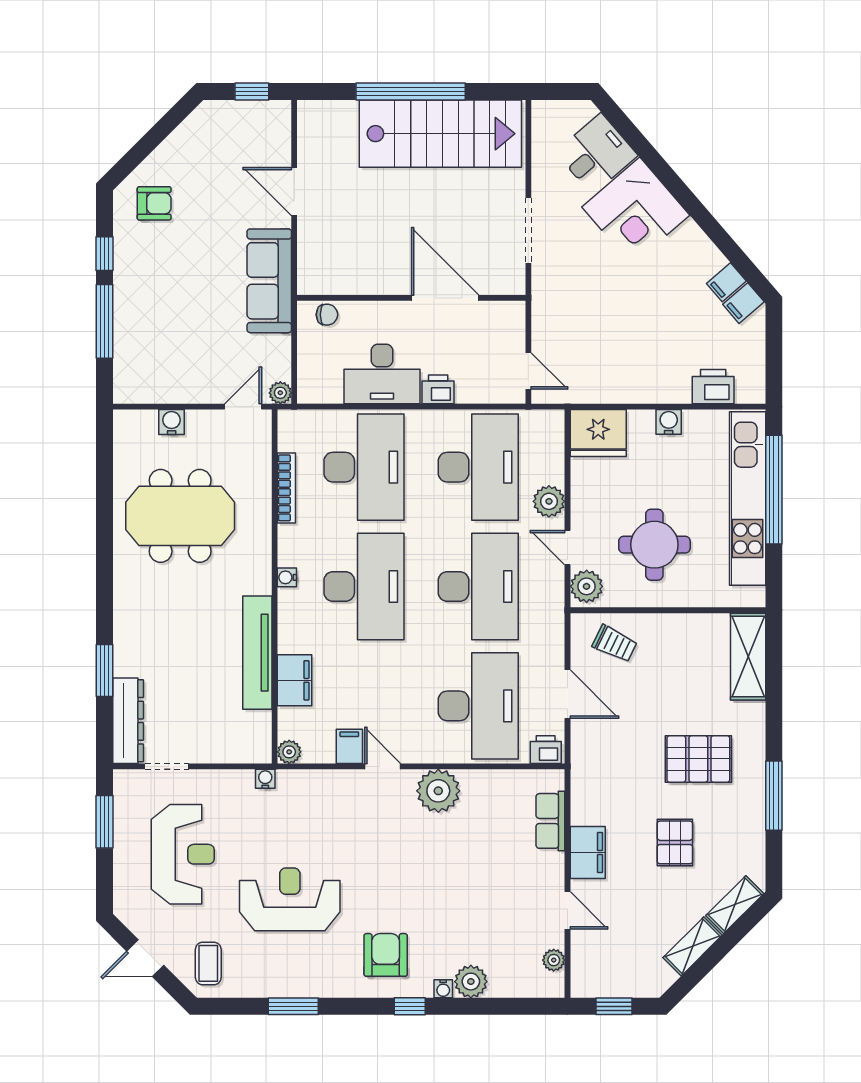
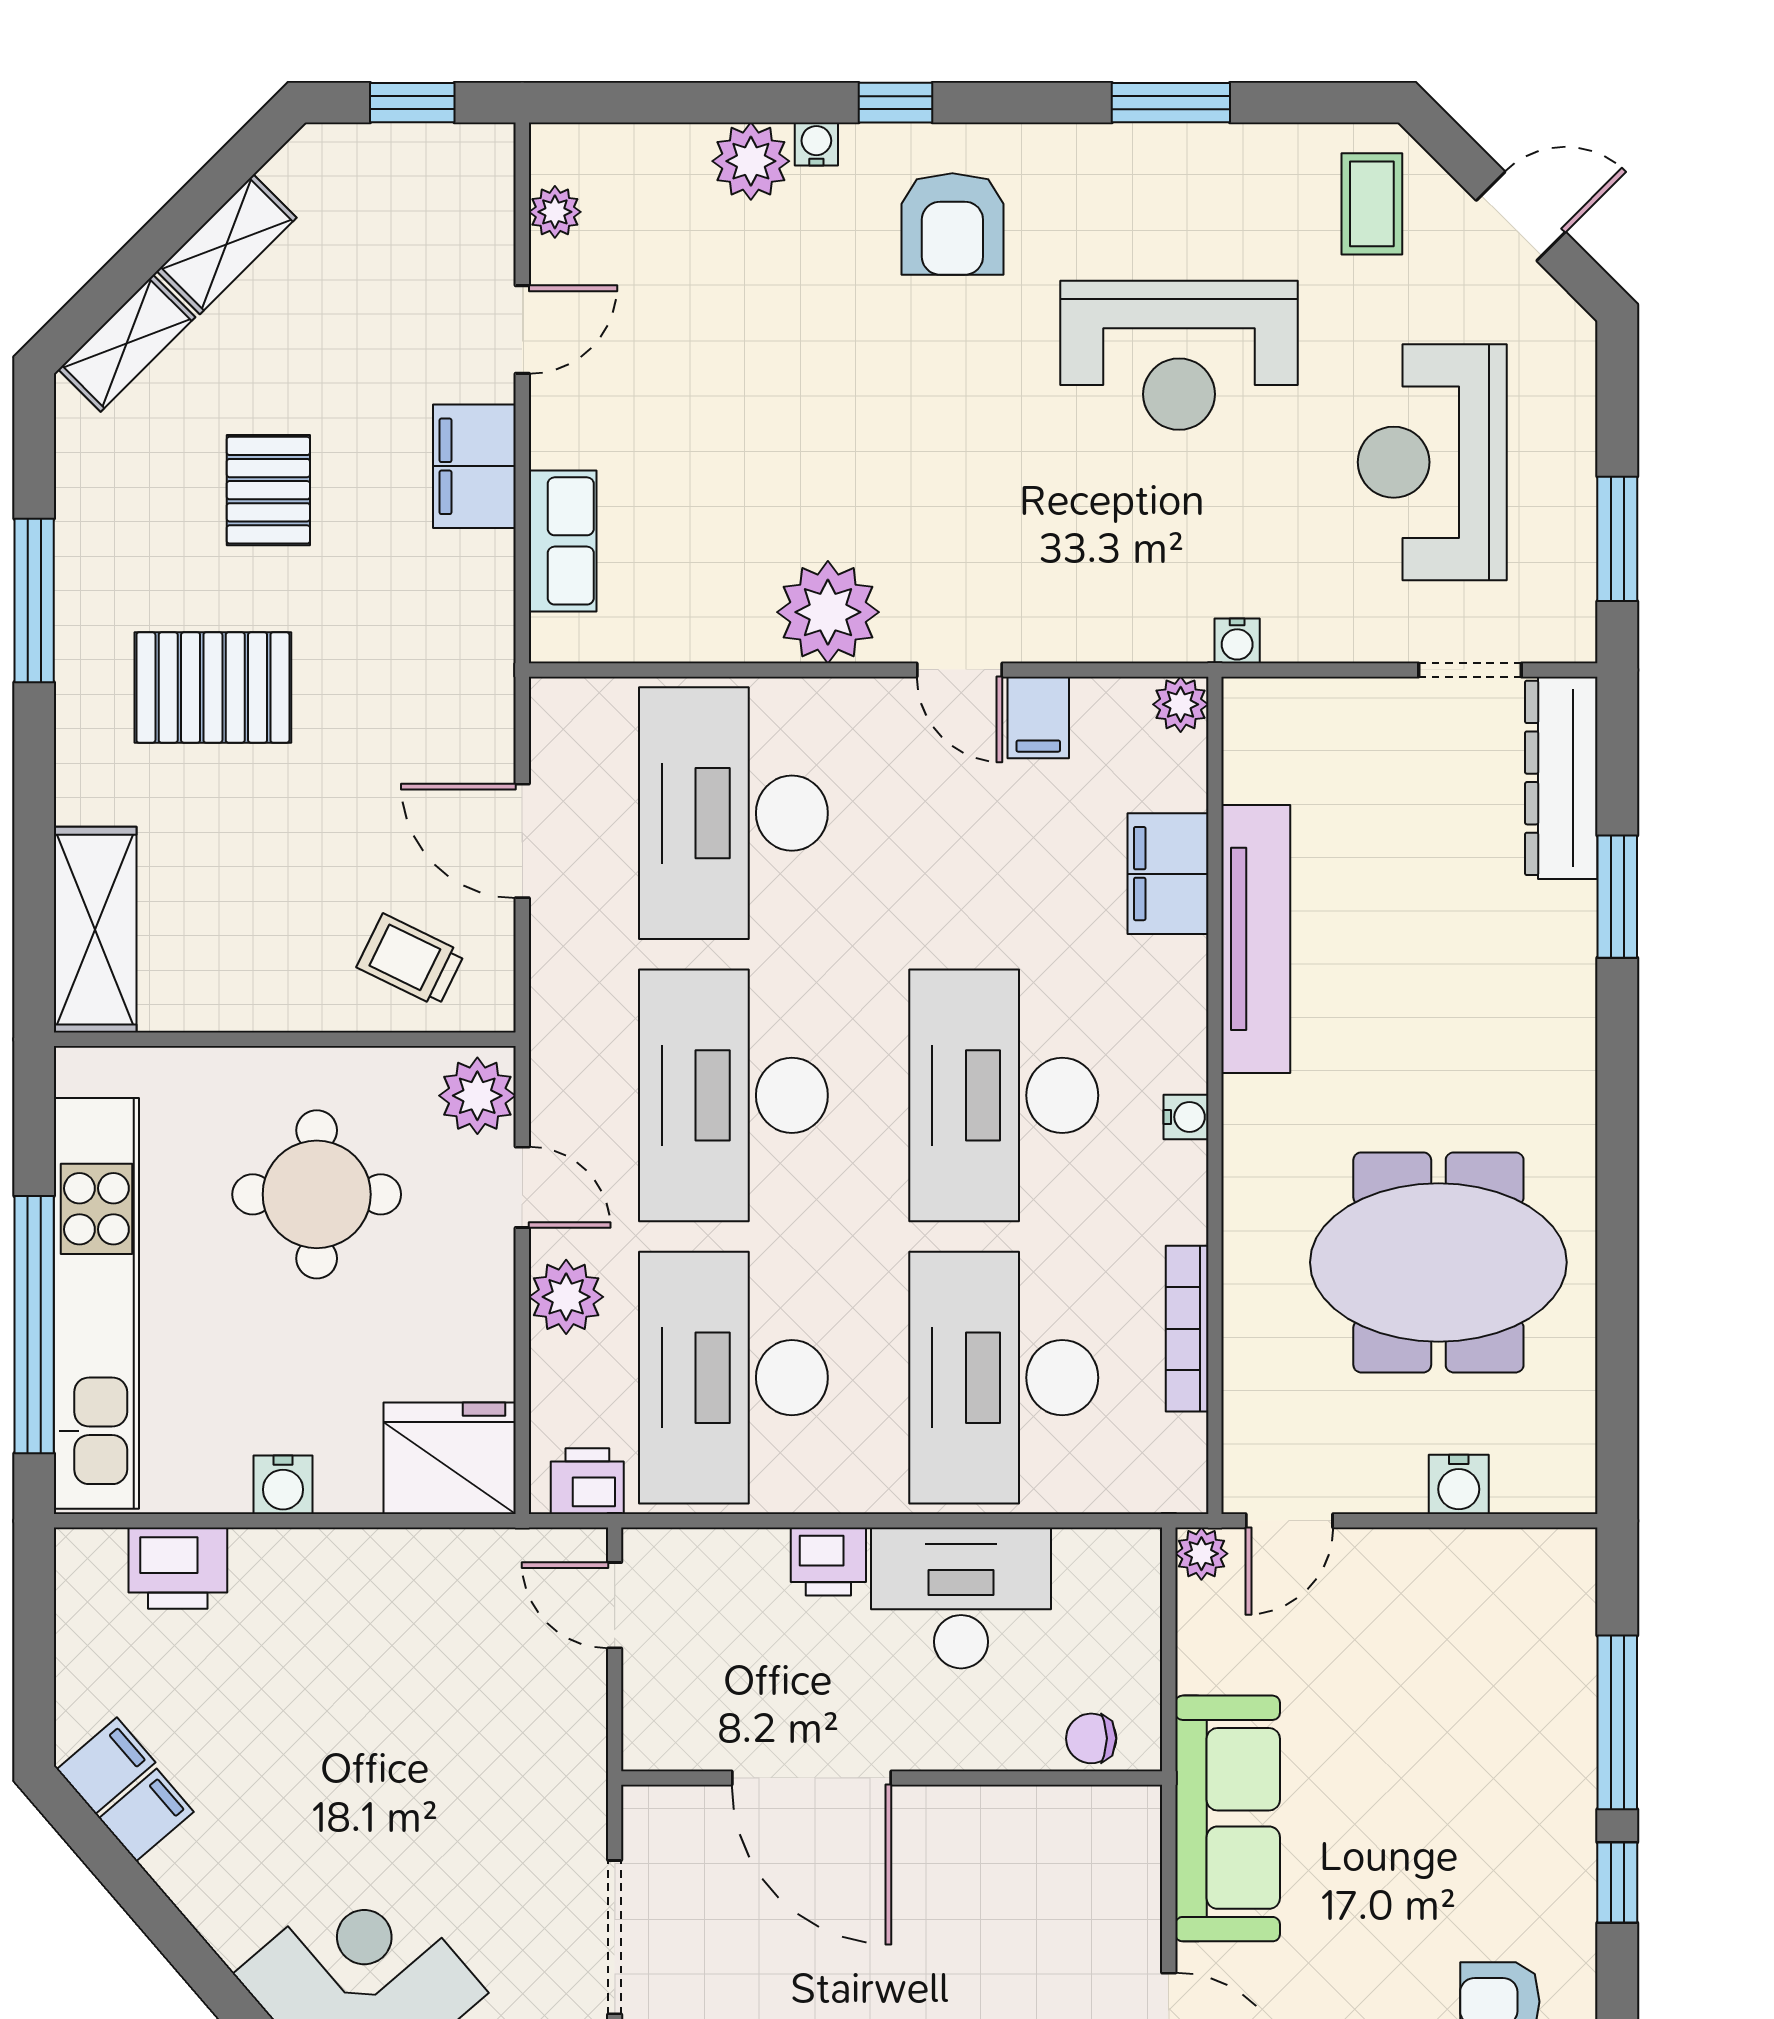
printer: (546, 750) -> (587, 1481), moved, turned 180
door: (568, 910) -> (522, 329), swing flipped

